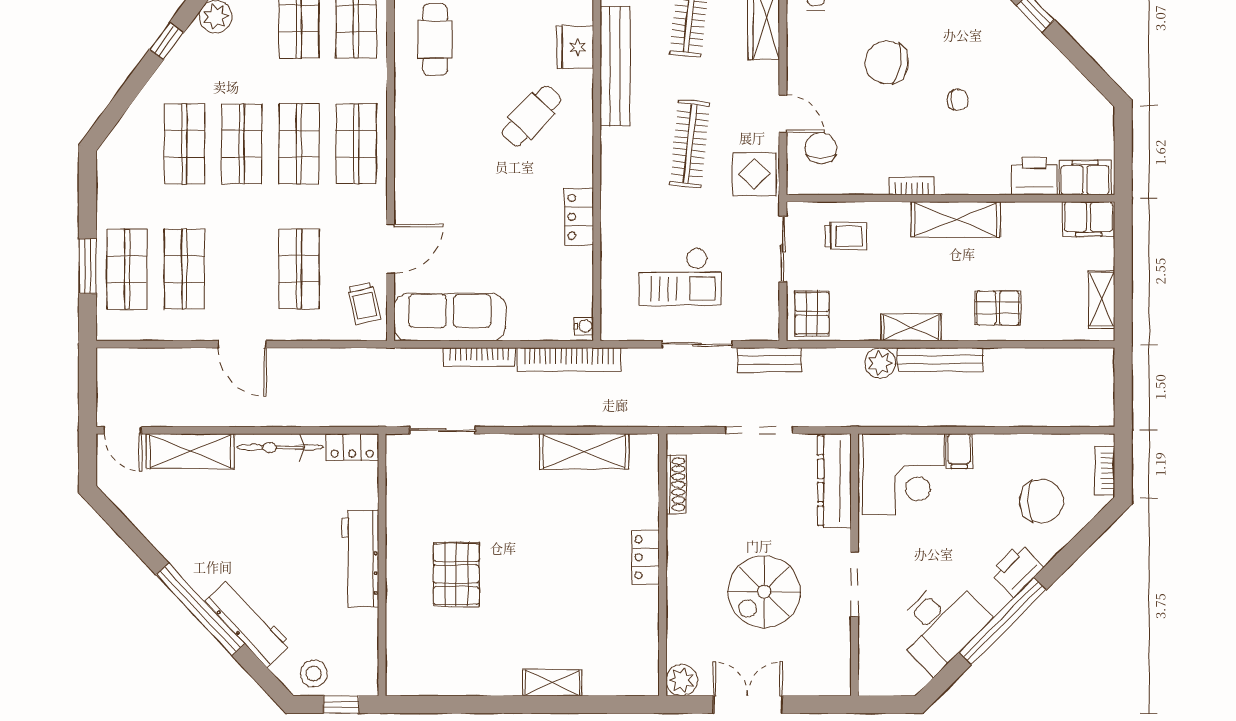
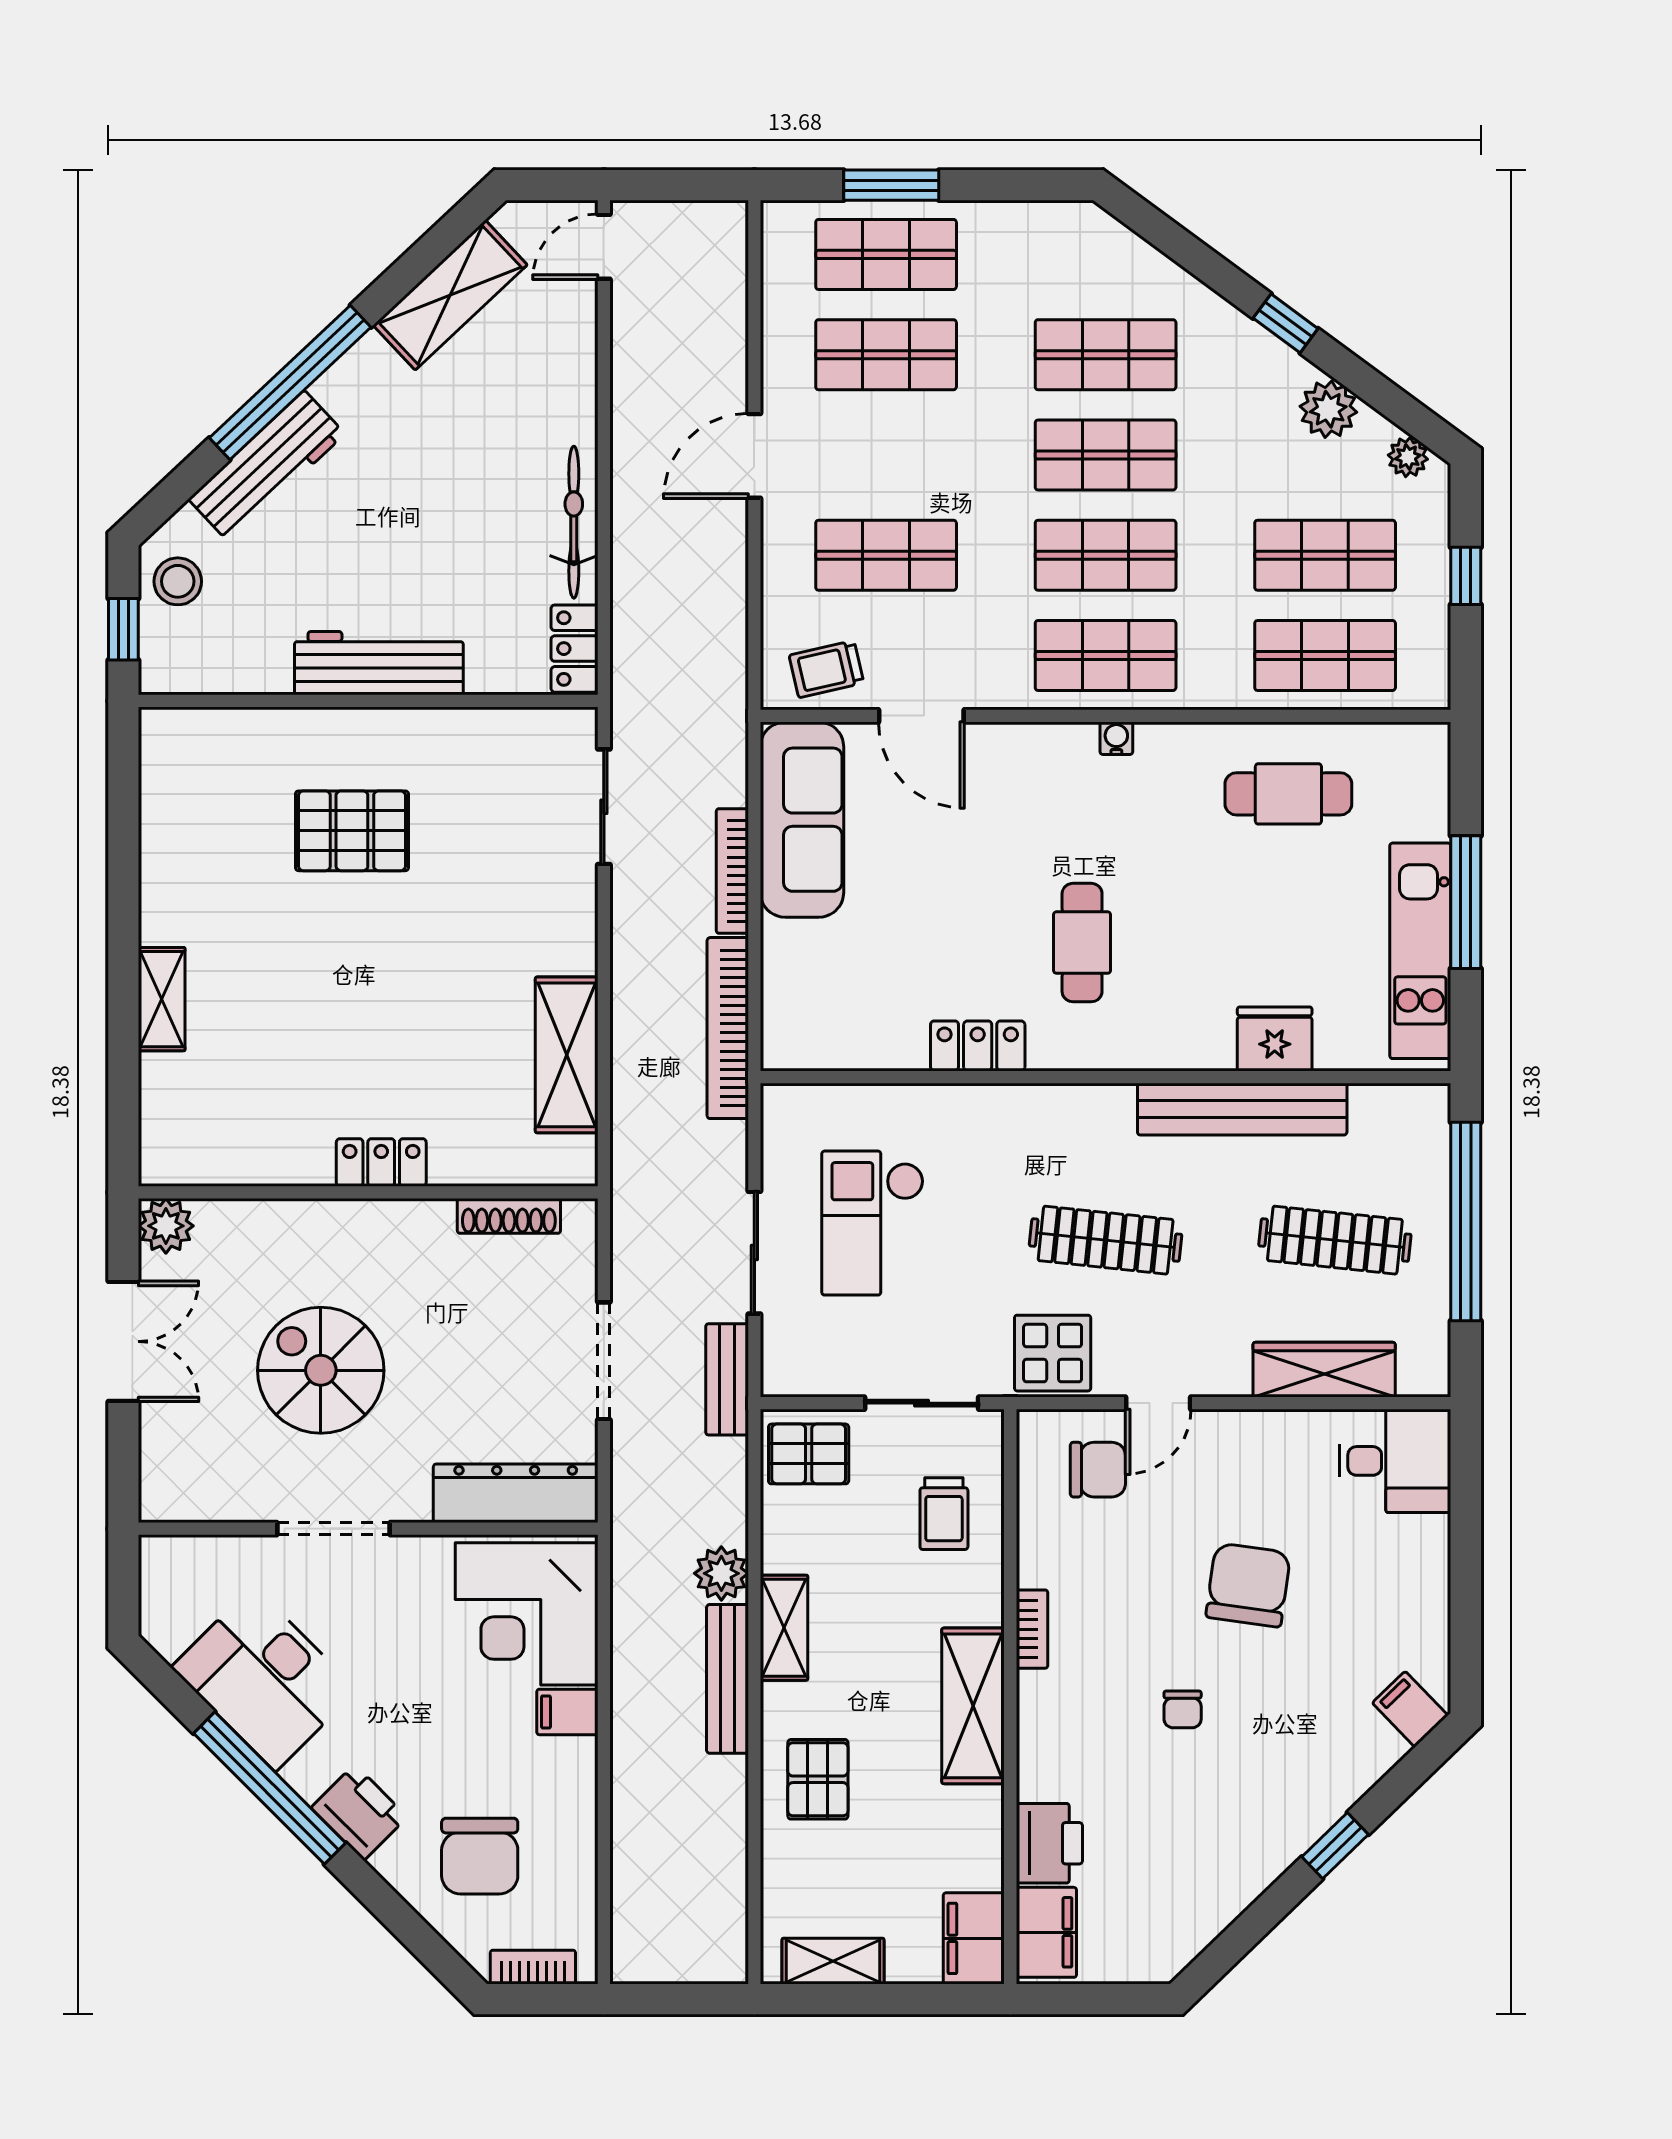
cafe table: (531, 116) -> (1082, 943), moved, turned 47
water cooler: (584, 326) -> (1116, 738), moved, turned 180
shelving: (190, 451) -> (450, 295), moved, turned 47

